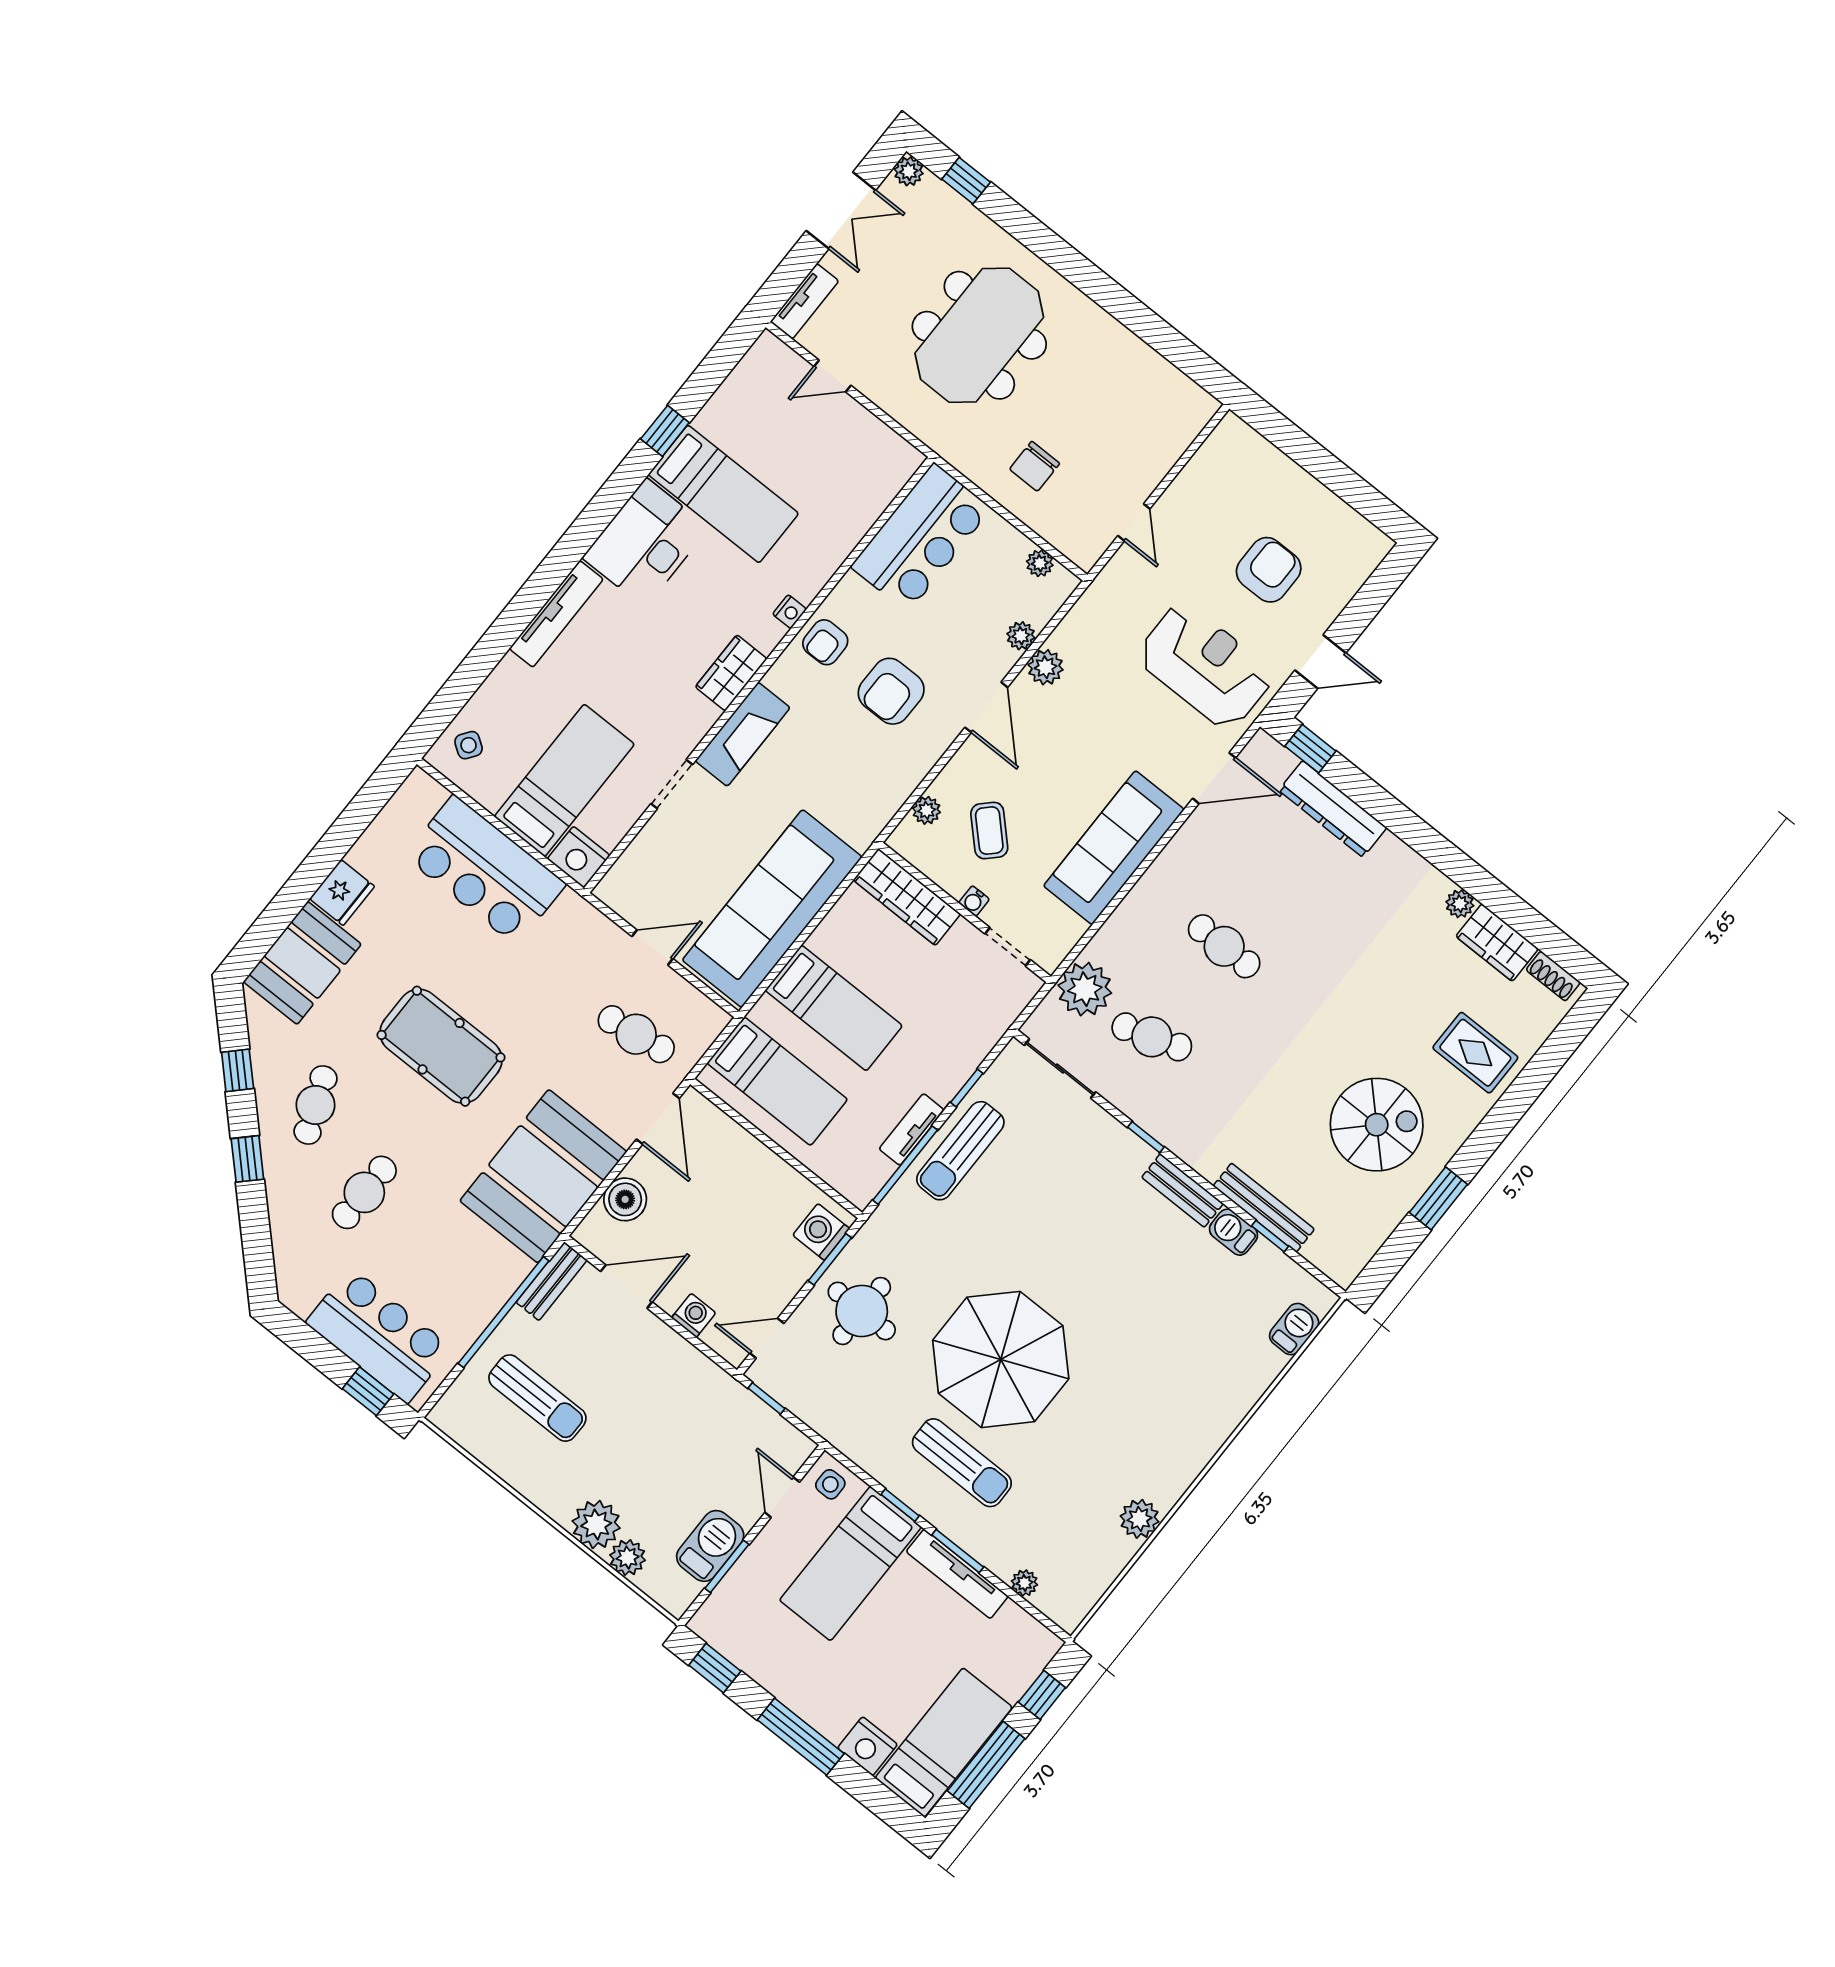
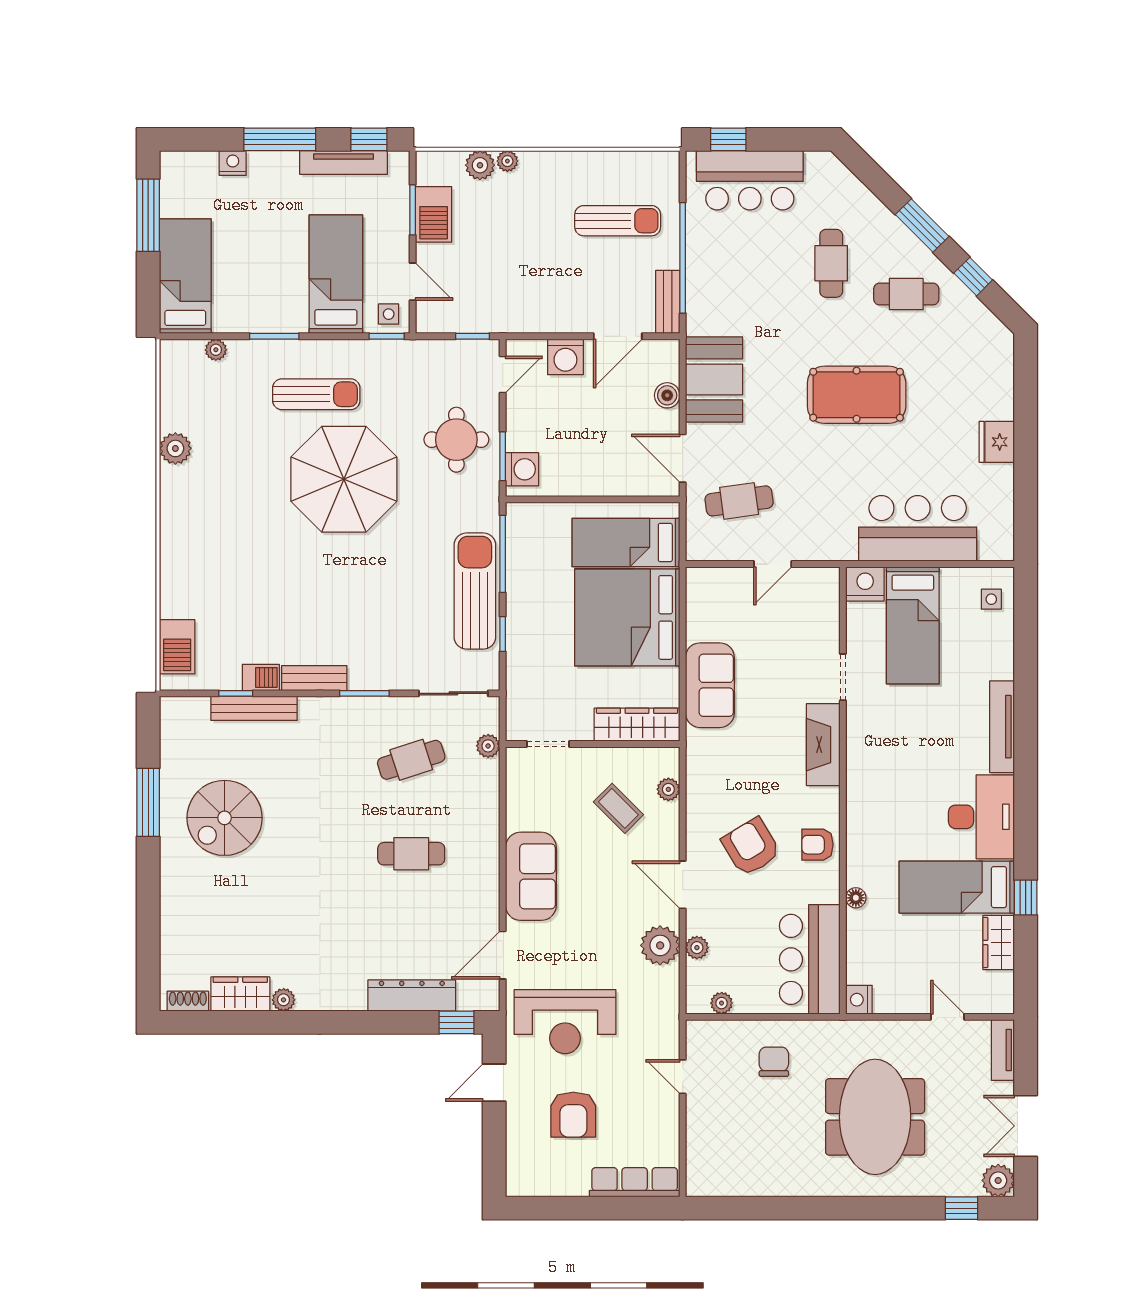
plant: (909, 171) -> (998, 1180), width x1.38, depth x1.38
door: (832, 376) -> (947, 1017), hinge flipped
row of seats: (1262, 457) -> (635, 1182), added
floor lamp: (829, 561) -> (856, 898), added
nightstand: (790, 612) -> (859, 1000), moved, width x1.39, depth x1.35
armchair: (825, 642) -> (817, 845), turned -90
plant: (1046, 667) -> (660, 945), width x1.36, depth x1.36
wardrobe: (731, 673) -> (999, 942), moved, turned 180
armchair: (891, 691) -> (751, 847), turned -31
side table: (469, 745) -> (991, 599), turned -35
sofa: (1114, 848) -> (531, 876), width x0.73
water cooler: (974, 901) -> (592, 756), removed
sofa: (772, 908) -> (710, 685), width x0.54, depth x0.79
booth: (302, 963) -> (986, 377), removed
plant: (1085, 989) -> (488, 746), width x0.53, depth x0.53
bed: (834, 1008) -> (627, 617), width x2.04
rug: (1475, 1053) -> (198, 913), removed
cafe table: (316, 1105) -> (906, 294), turned -68
tv unit: (912, 1129) -> (516, 580), removed
window: (1146, 1137) -> (364, 693), width x1.50
sun lounger: (960, 1151) -> (475, 591), width x1.36, depth x1.34
window: (247, 1159) -> (922, 225), width x1.50
booth: (543, 1176) -> (714, 379), width x0.73, depth x0.70
window: (1438, 1198) -> (148, 802), width x1.44
boiler: (625, 1199) -> (667, 395), width x0.73, depth x0.73
washing machine: (694, 1315) -> (565, 357), width x1.38, depth x1.38
barbecue: (1294, 1329) -> (177, 647), width x1.38, depth x1.27
sun lounger: (537, 1398) -> (618, 221), turned 180
sun lounger: (962, 1463) -> (316, 394), turned 180
window: (900, 1505) -> (387, 336), moved
plant: (596, 1525) -> (507, 161), width x0.53, depth x0.53
tv unit: (957, 1574) -> (344, 162), moved, turned 180
window: (1042, 1695) -> (148, 288), removed
bed: (944, 1743) -> (185, 276), moved, turned 180
nightstand: (867, 1746) -> (233, 163), width x0.74, depth x0.75

